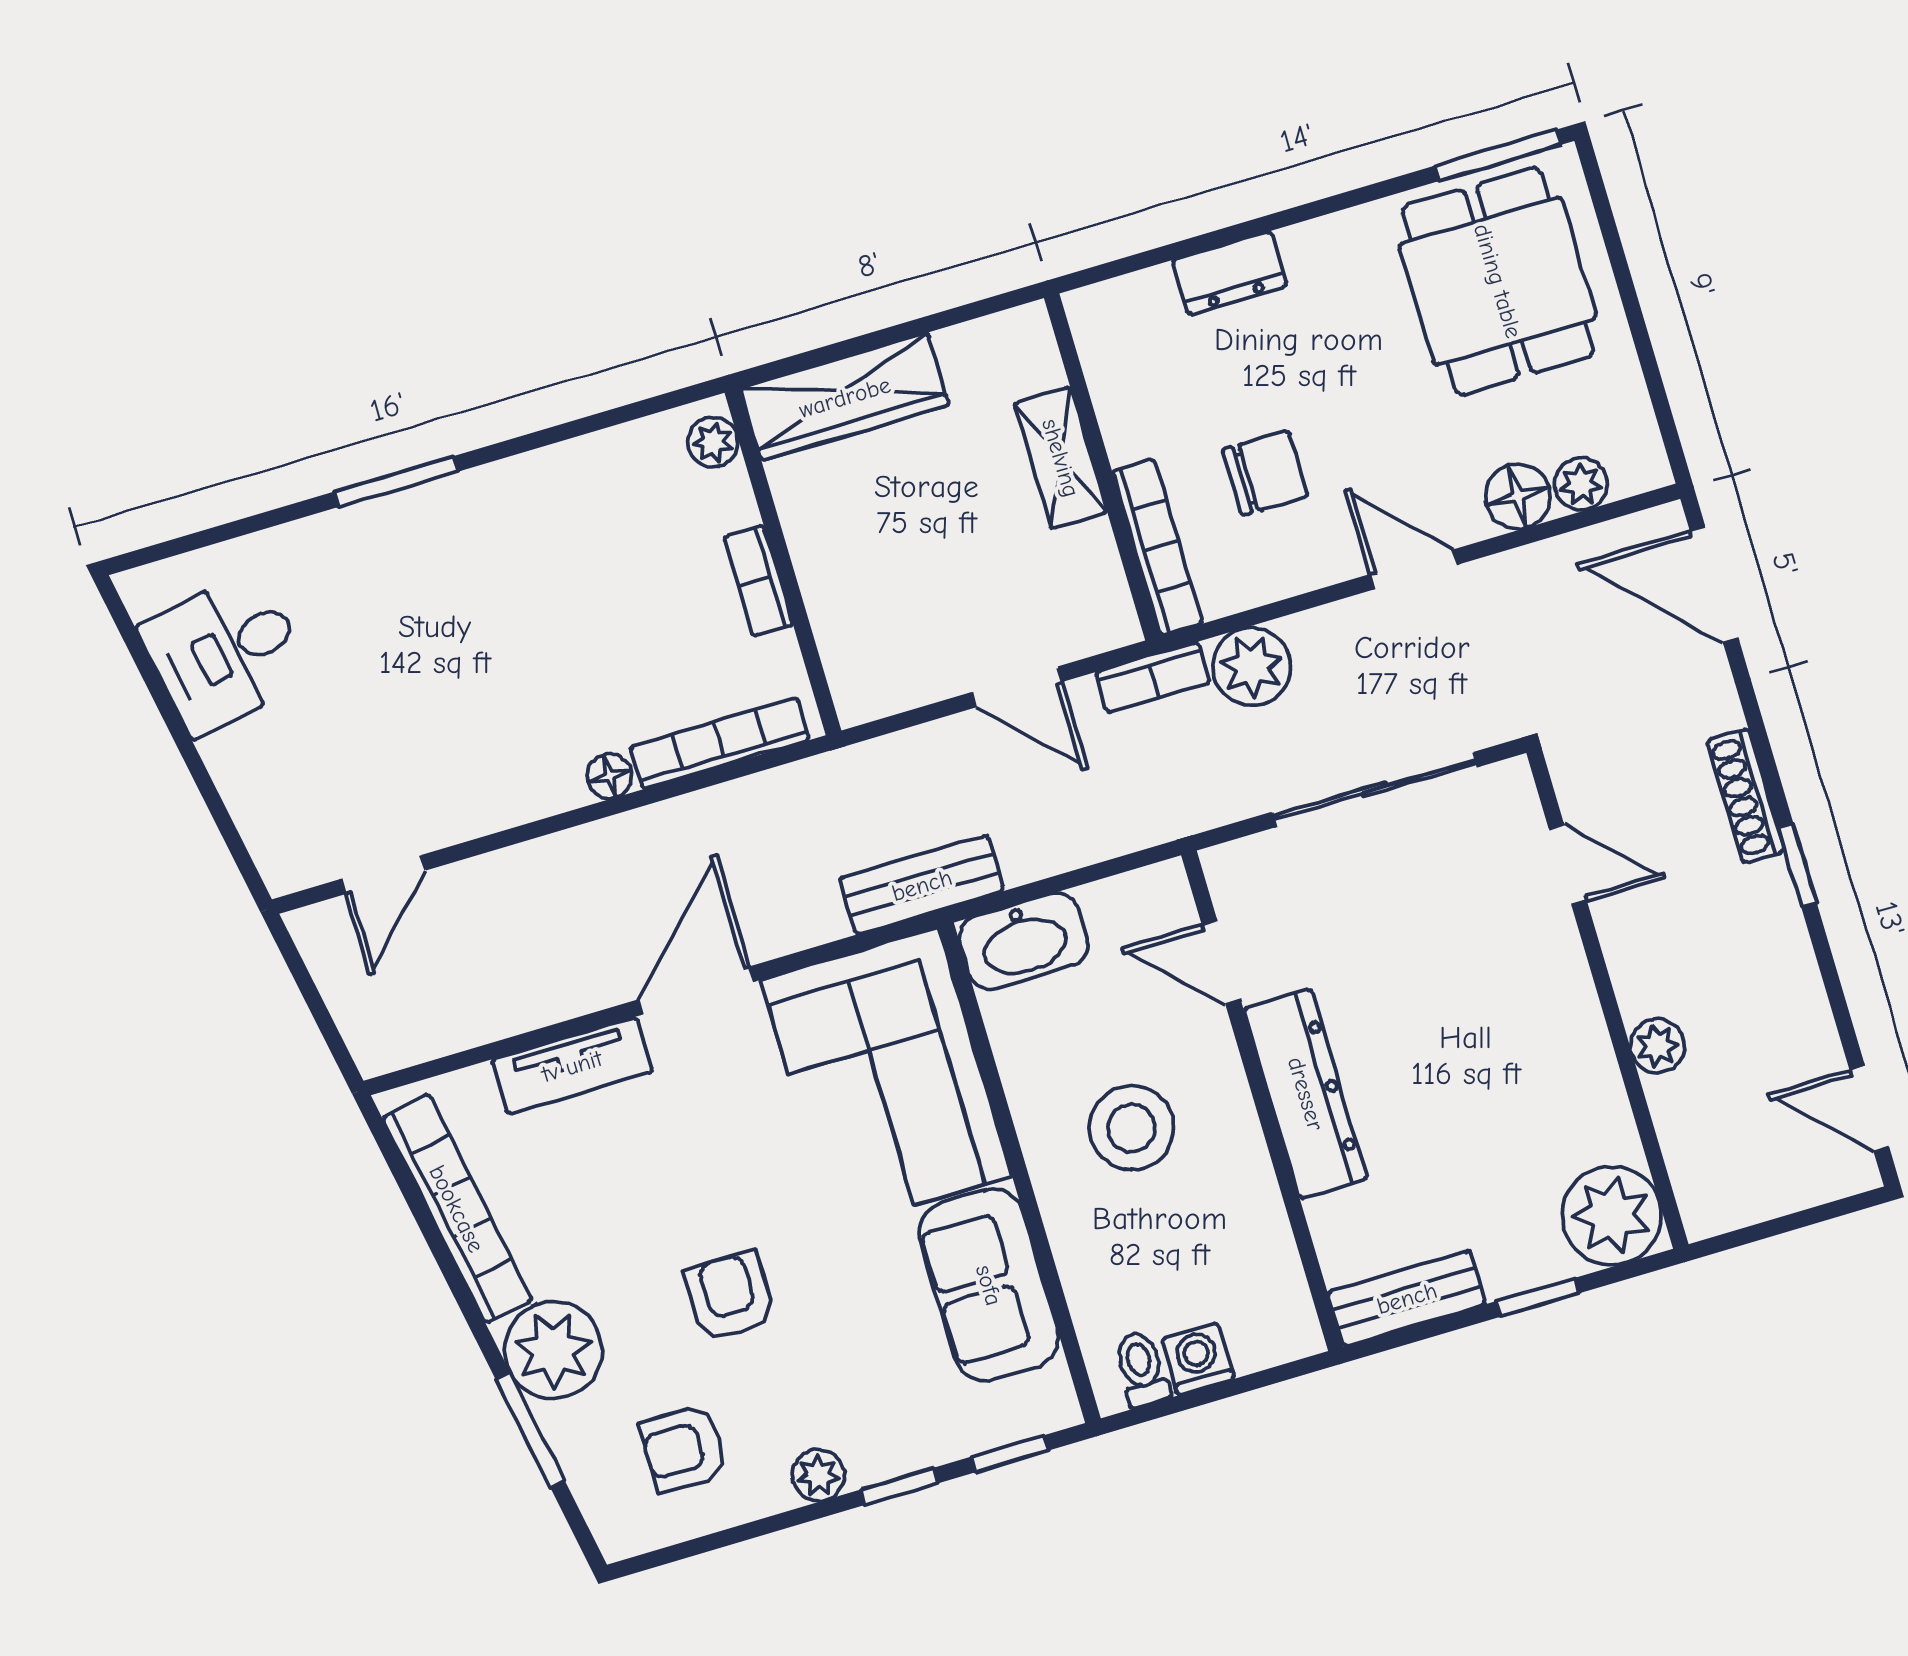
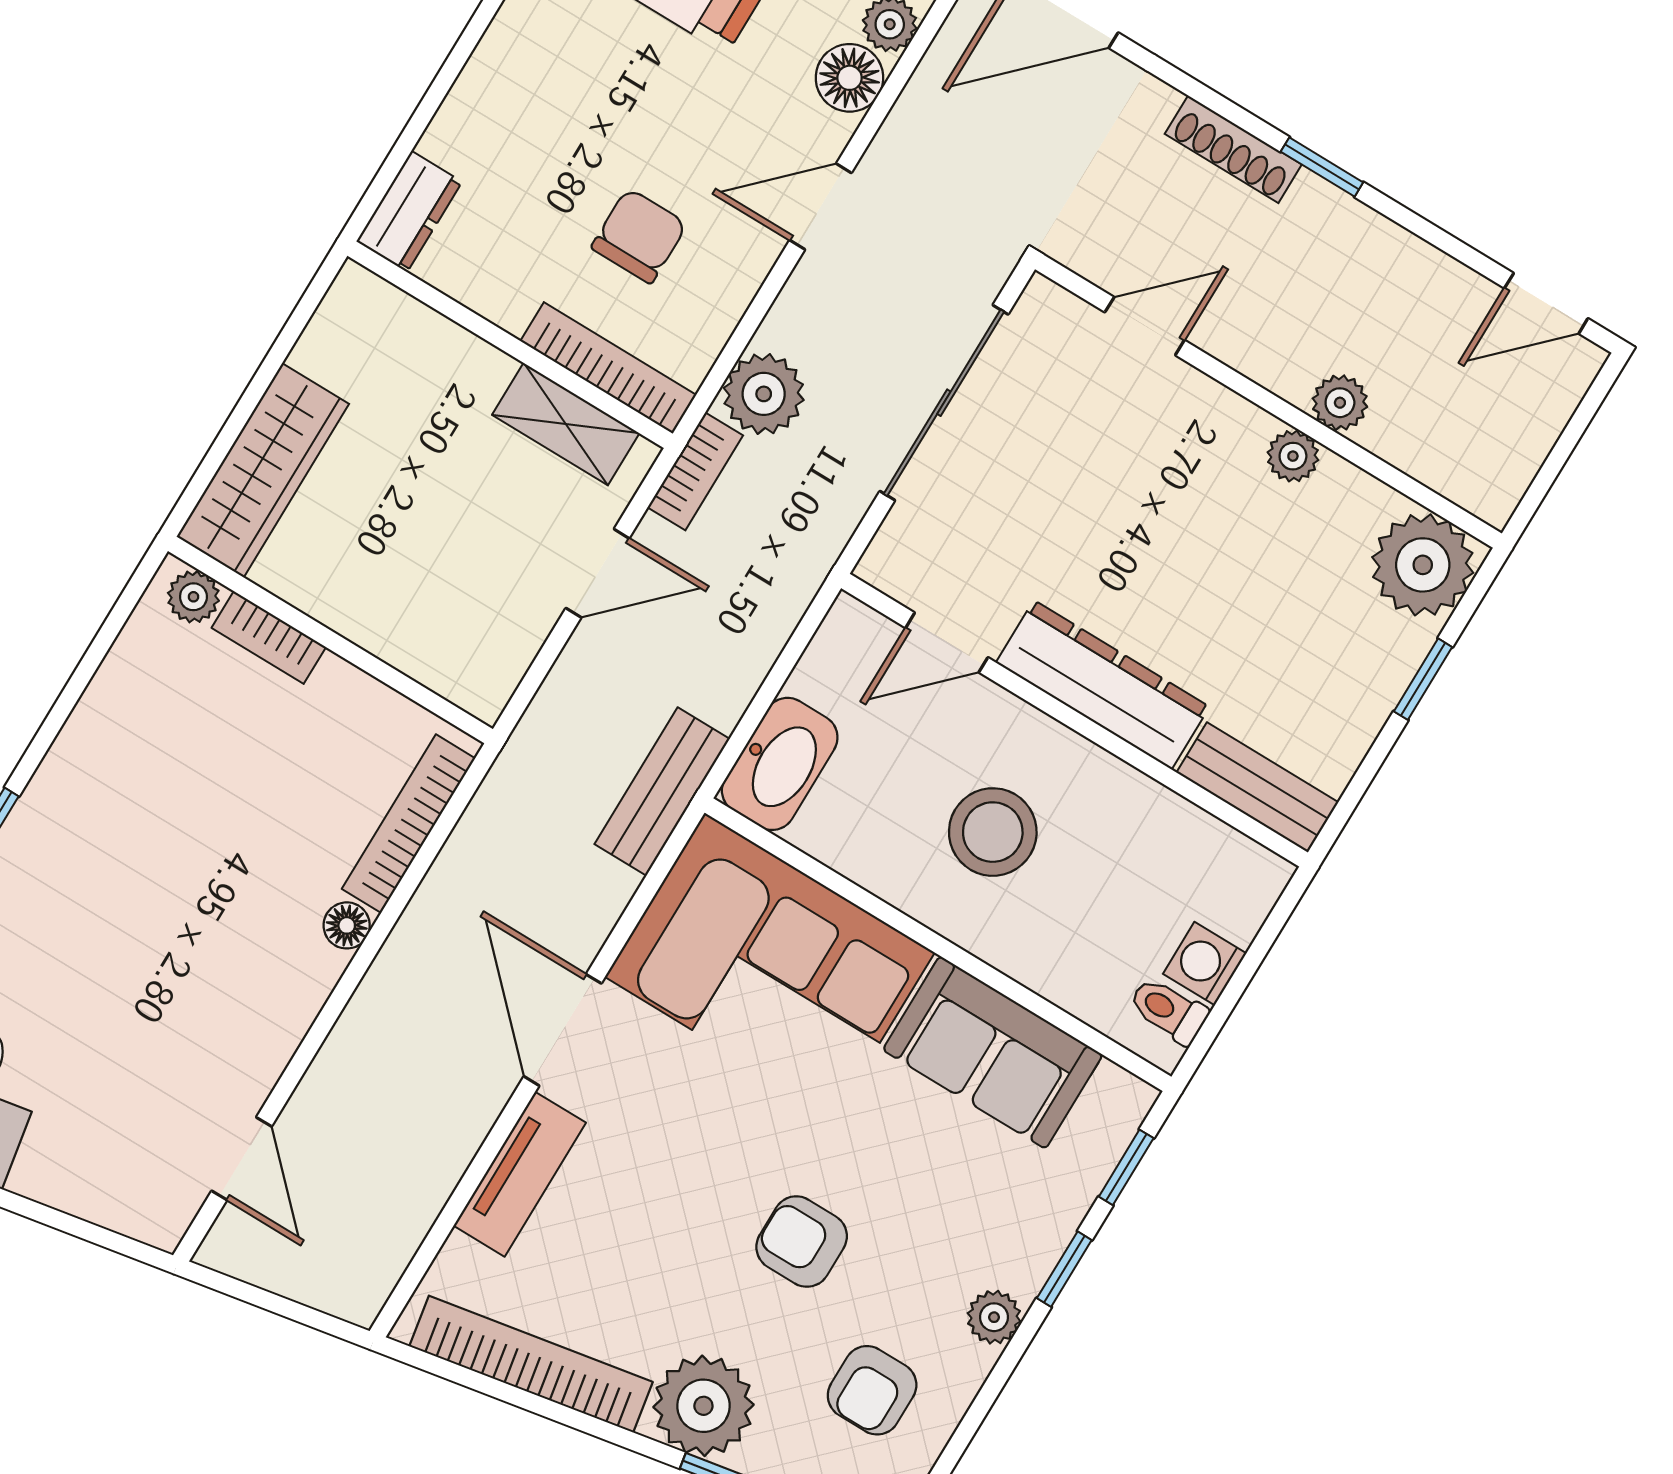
dresser: (1230, 273) -> (409, 211), moved
shelving: (1061, 458) -> (566, 424), moved
bookcase: (758, 581) -> (269, 637), moved
plant: (1589, 1054) -> (1293, 456), added
bench: (1407, 1298) -> (1257, 787), moved, turned 90

